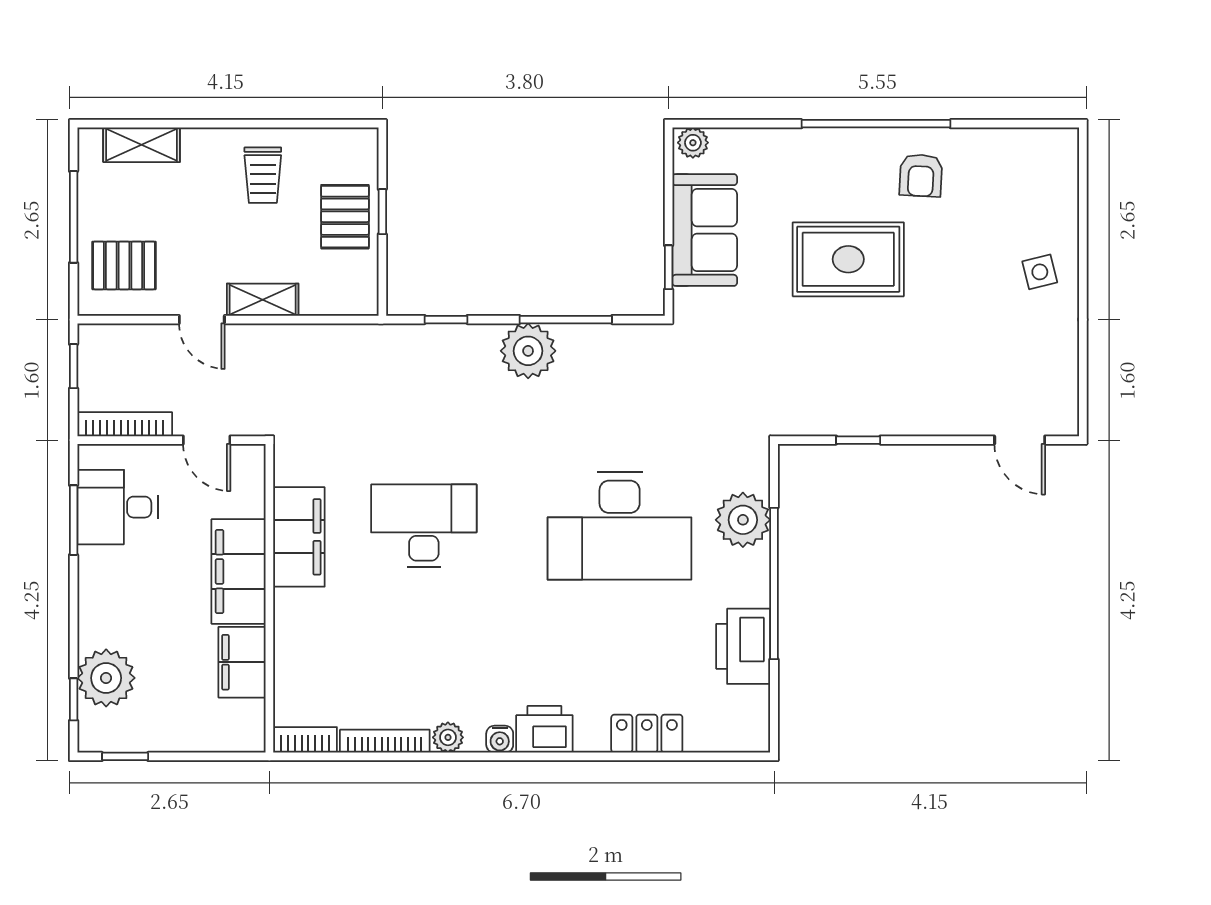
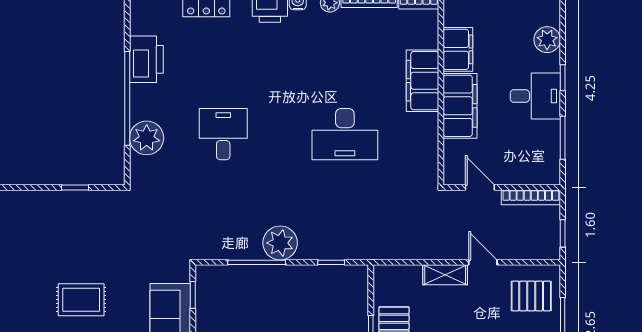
rug: (848, 259) -> (81, 300), width x0.73, depth x0.70
desk: (117, 507) -> (535, 96), moved
desk: (620, 526) -> (223, 134), width x0.53, depth x0.77
filing cabinet: (299, 537) -> (423, 81), moved
plant: (106, 678) -> (547, 40), width x0.73, depth x0.73
window: (74, 699) -> (563, 78), moved

